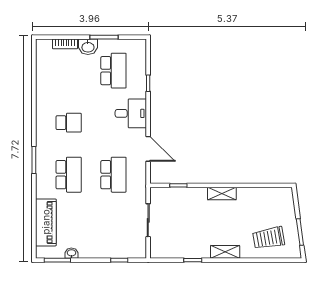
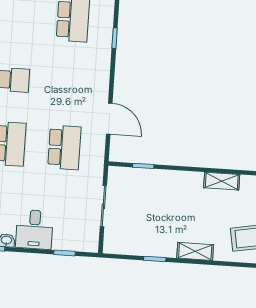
desk: (131, 113) -> (34, 229), moved, turned 90
shelving: (222, 193) -> (222, 181), moved

